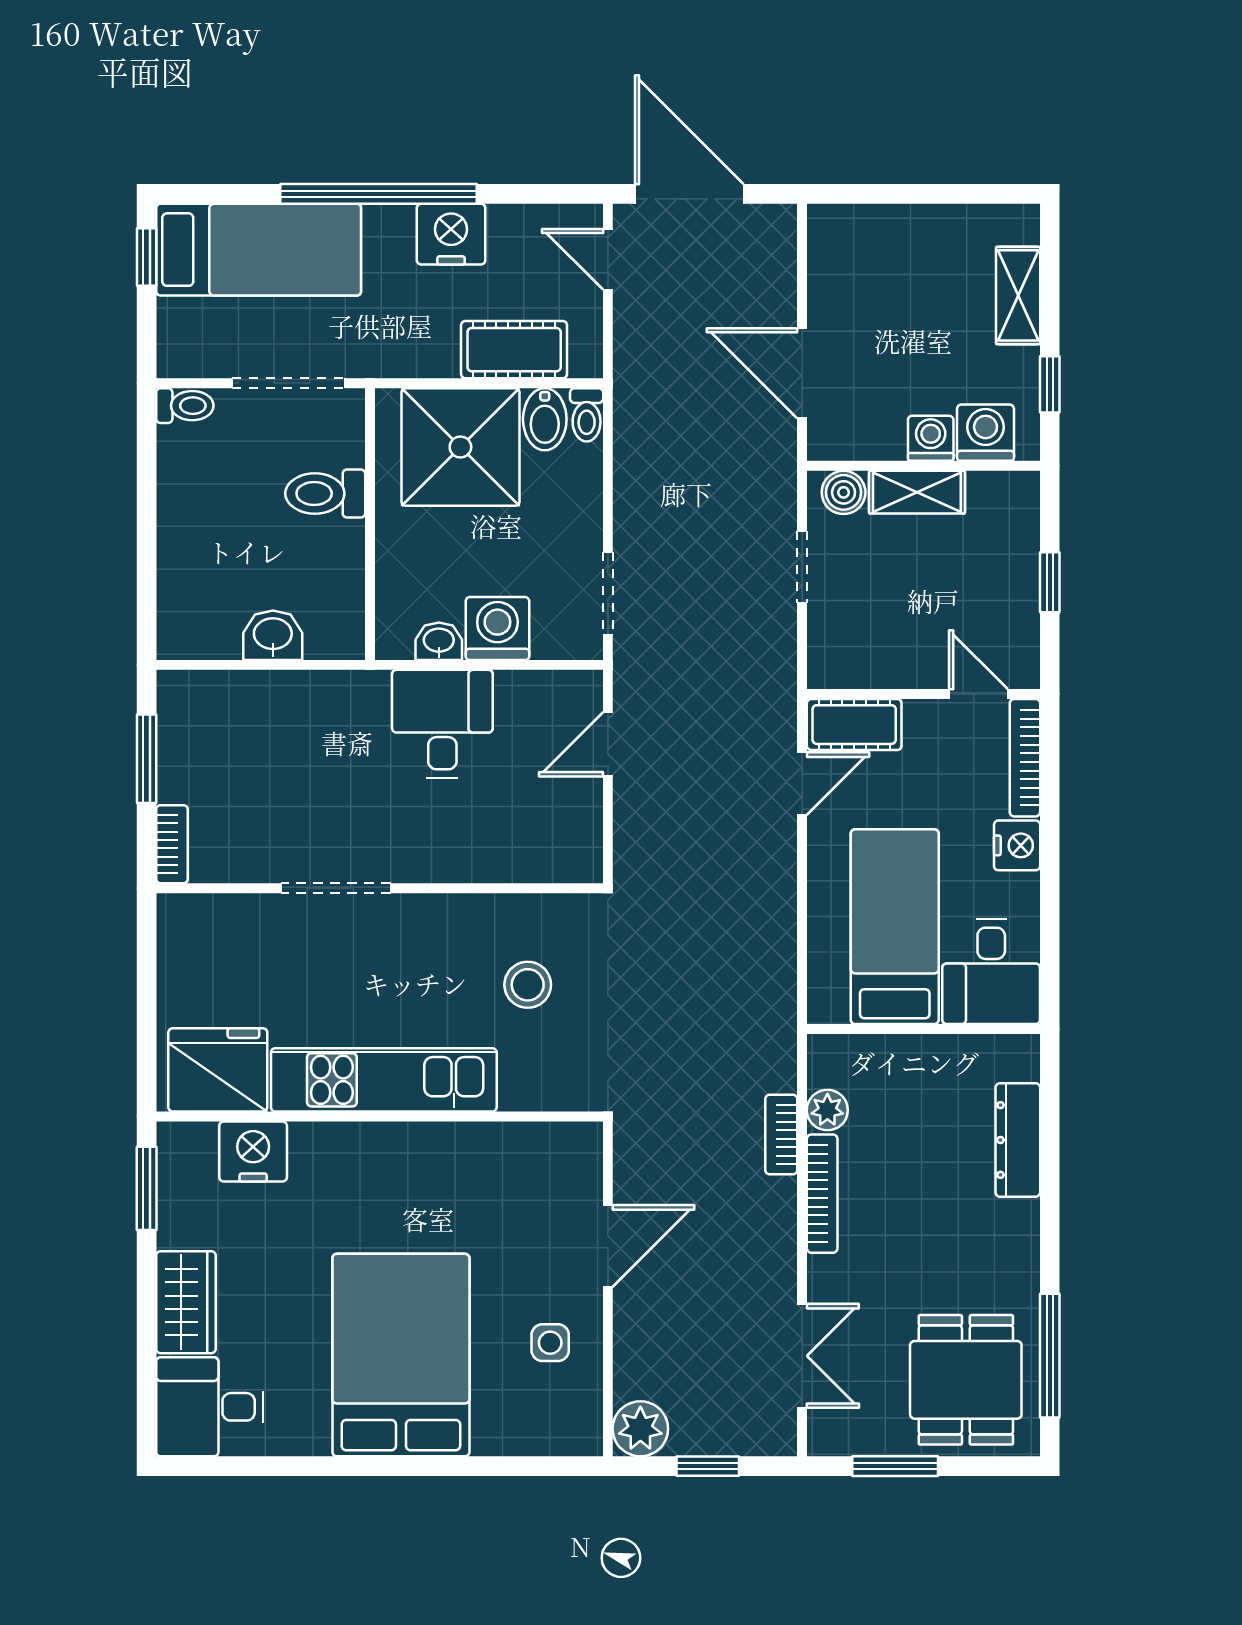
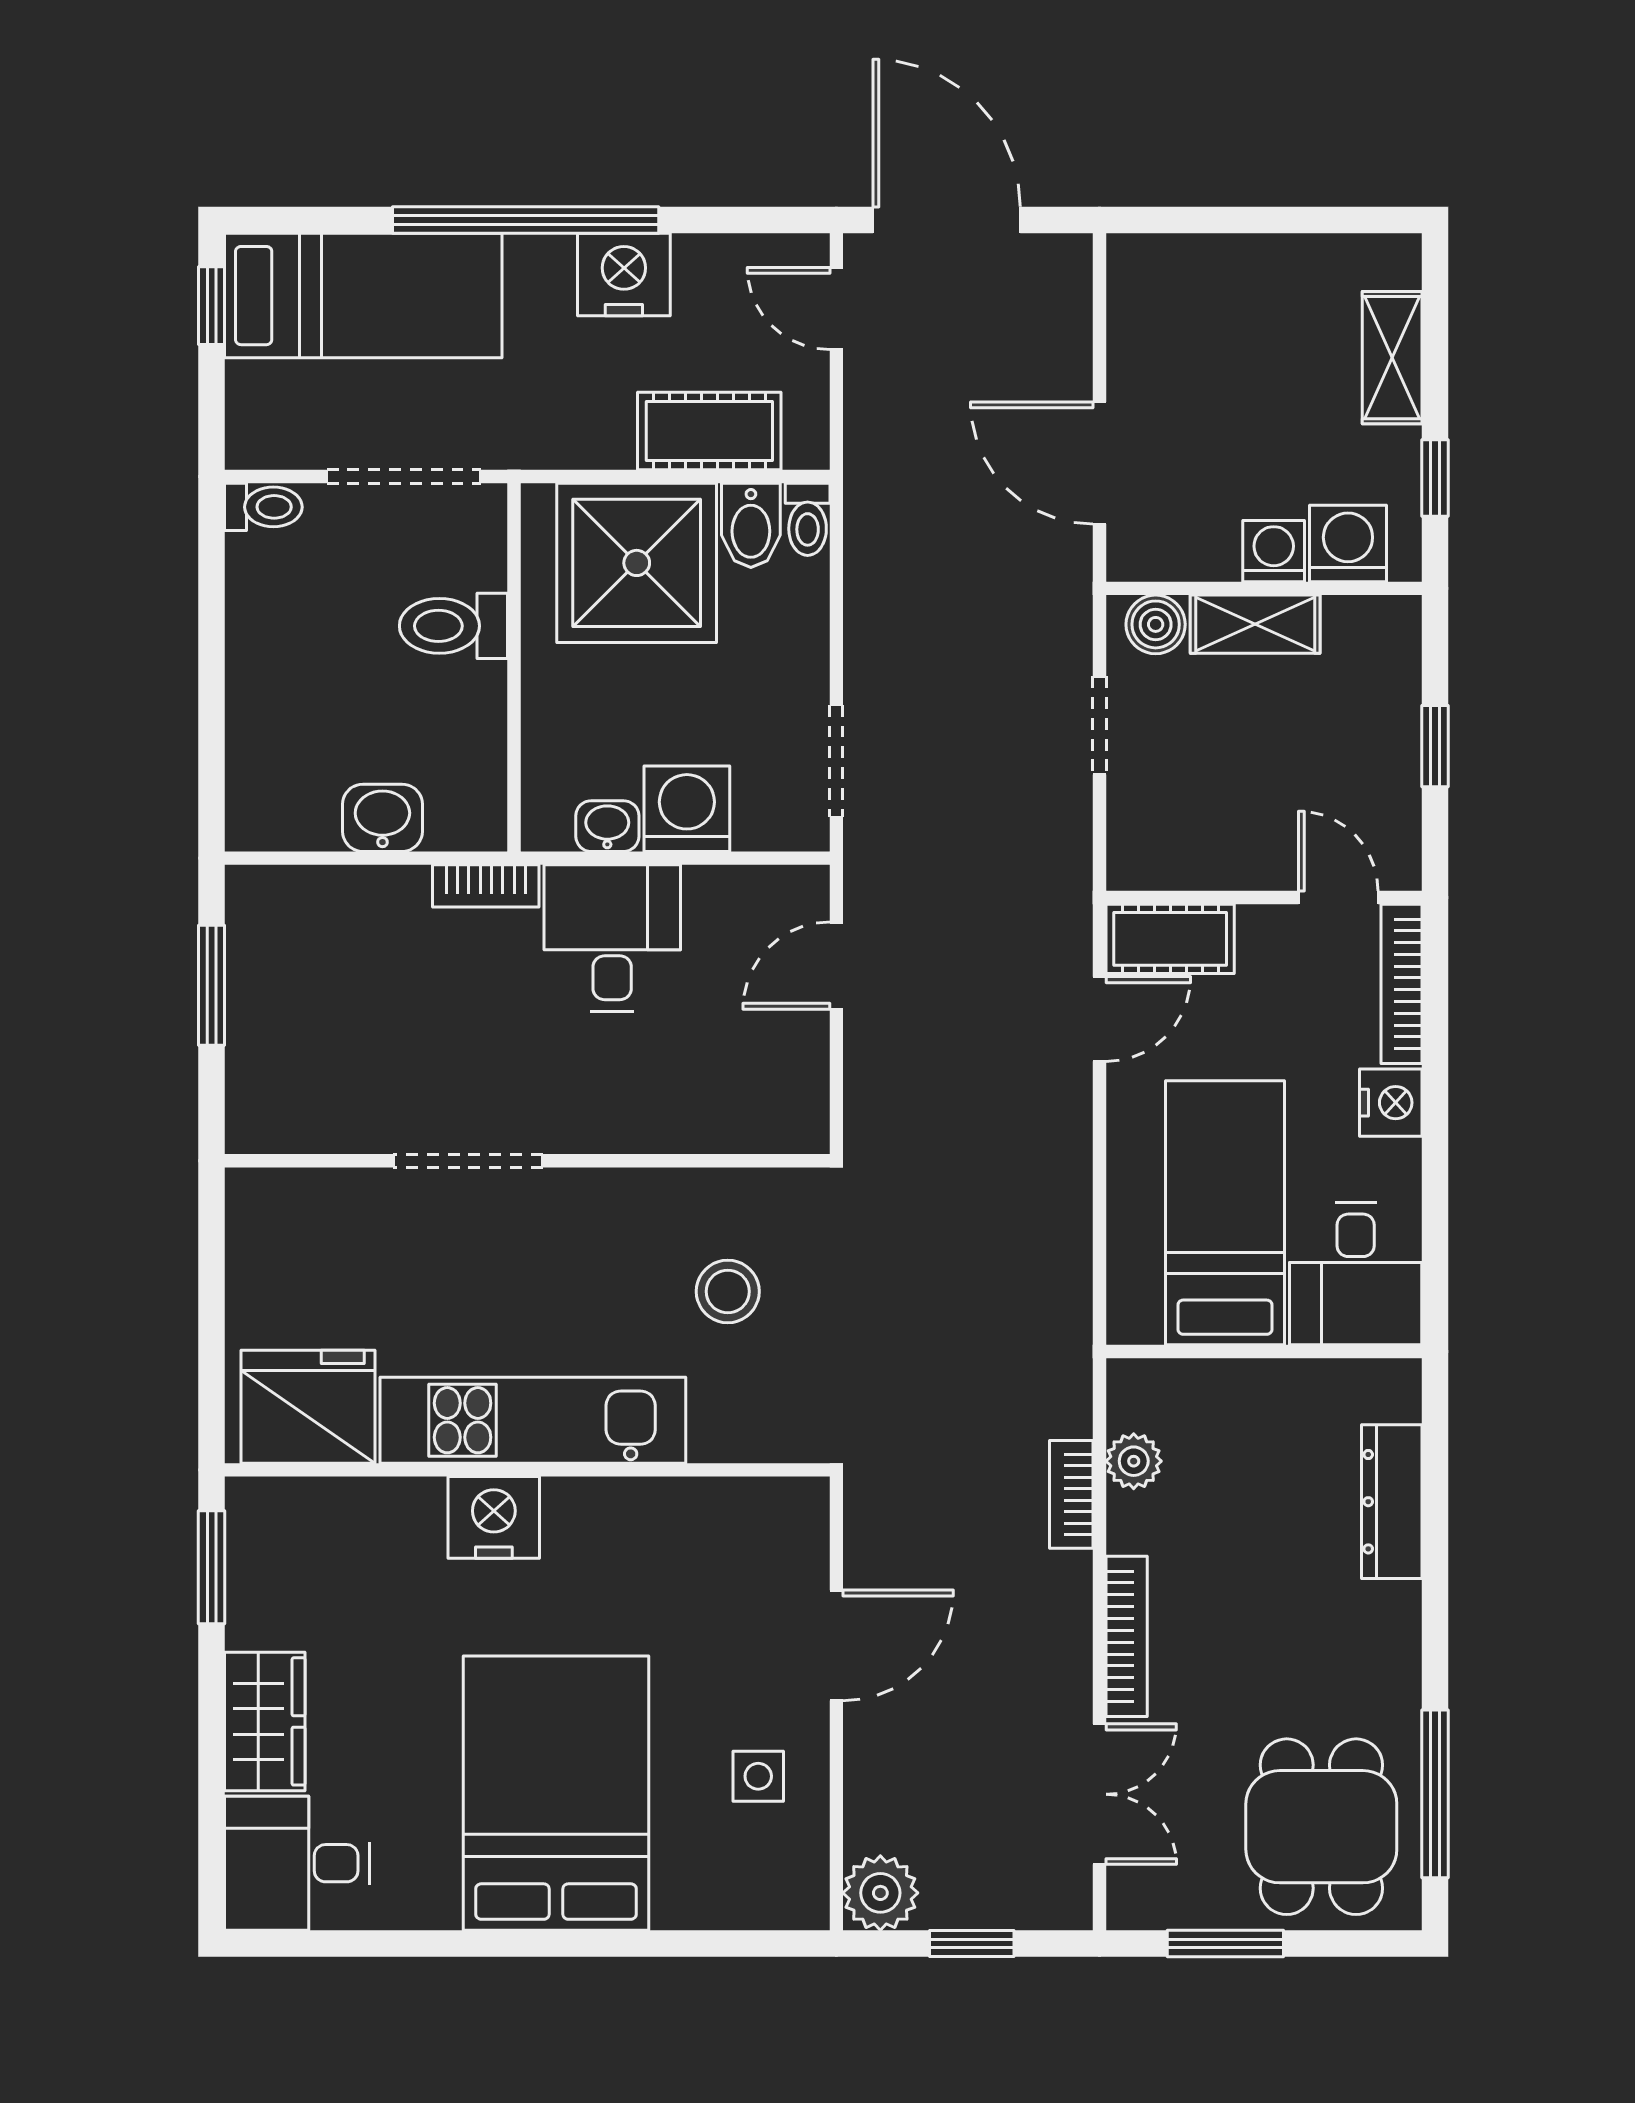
bookcase: (172, 844) -> (486, 886), moved, turned 90
nightstand: (253, 1152) -> (494, 1517), moved
bookcase: (822, 1194) -> (1127, 1636), moved

